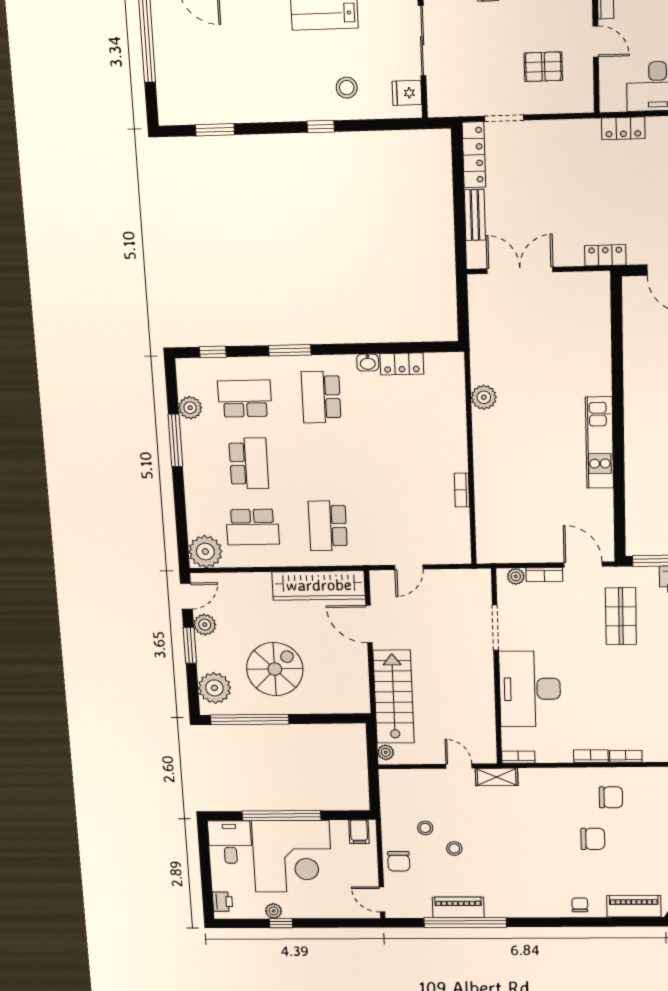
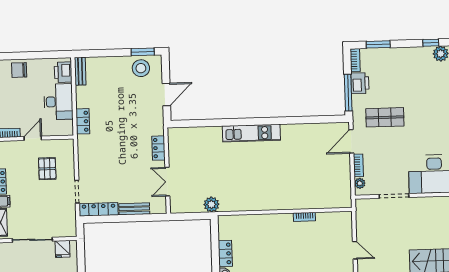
locker: (605, 255) -> (159, 148), moved
double door: (520, 270) -> (167, 182), width x0.73
plant: (484, 397) -> (211, 204), moved
kitchen unit: (600, 443) -> (251, 133), moved

